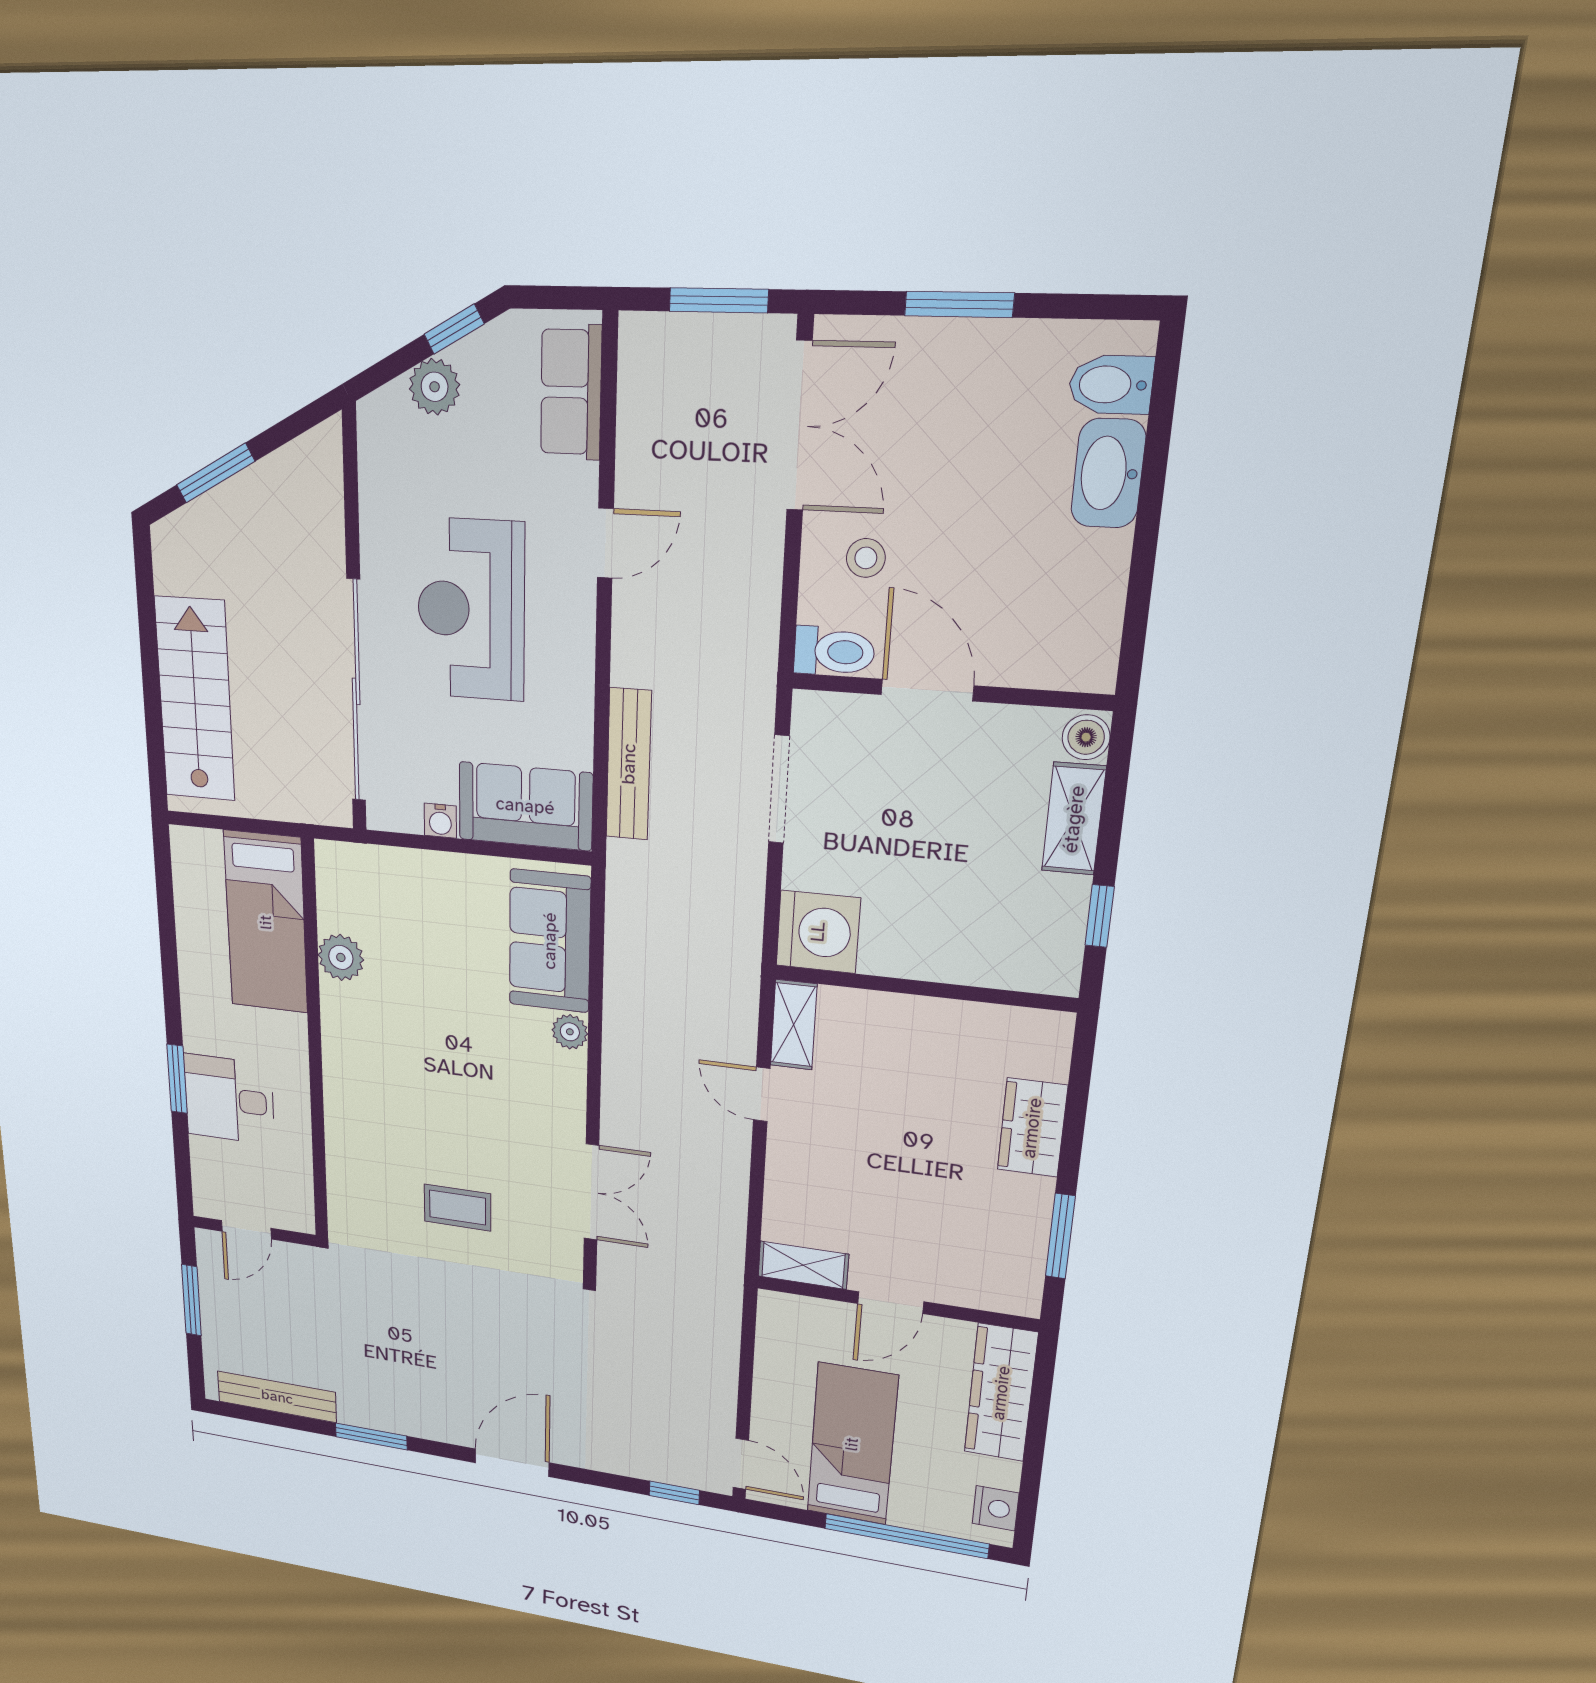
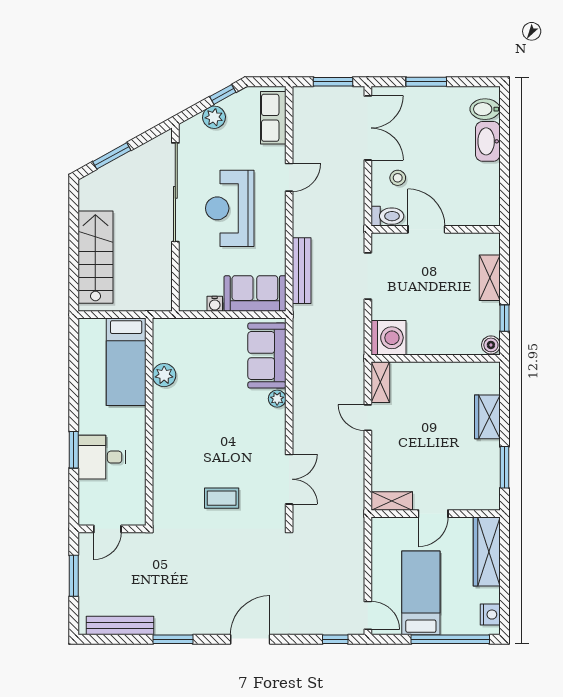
sliding door: (356, 691) -> (175, 192), moved
boiler: (1086, 737) -> (491, 345), moved

